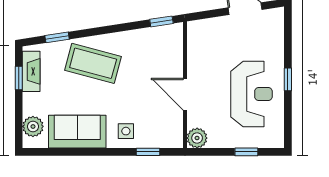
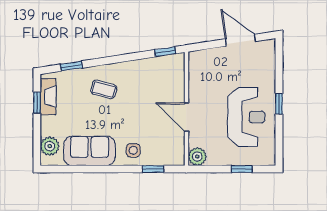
coffee table: (93, 63) -> (104, 89), width x0.54, depth x0.58

